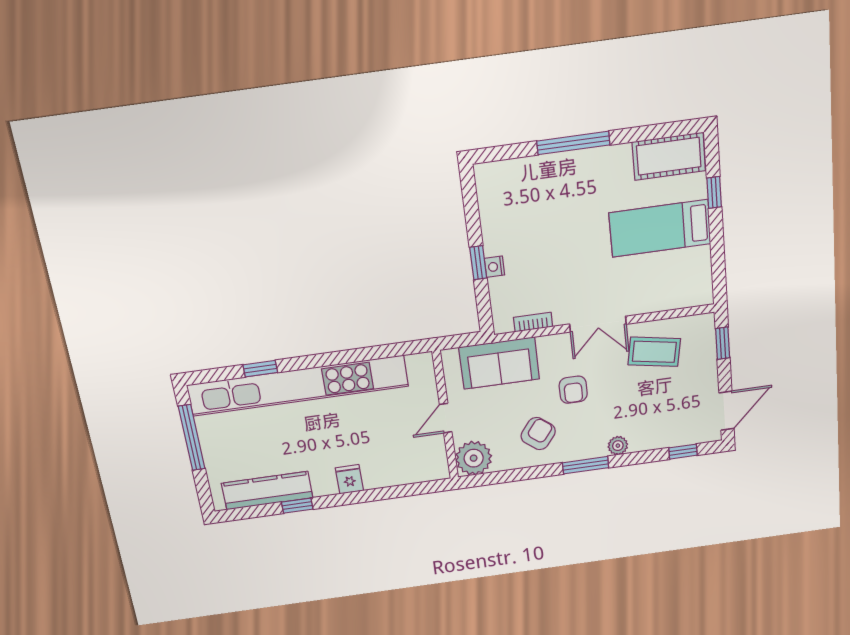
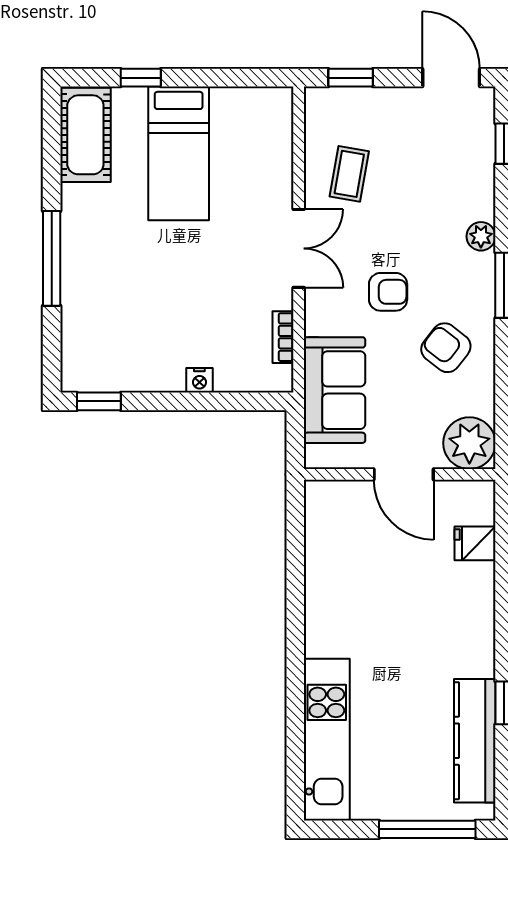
window: (478, 263) -> (99, 401), moved
coffee table: (654, 352) -> (349, 174), width x0.73, depth x0.77
window: (260, 369) -> (295, 716), removed
kitchen unit: (298, 386) -> (327, 740), width x0.54
door: (446, 418) -> (404, 474), width x1.38
window: (192, 438) -> (427, 829), moved
fridge: (349, 479) -> (475, 543), moved

